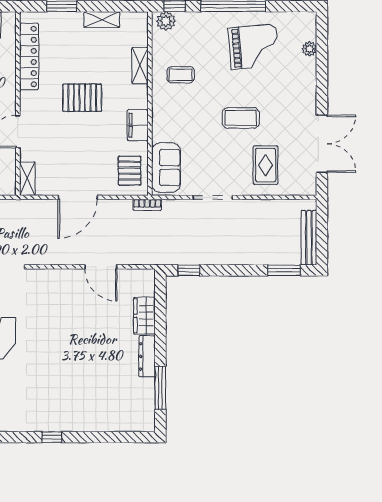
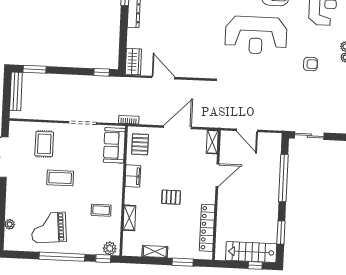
pallet: (82, 98) -> (171, 197), width x0.67, depth x0.71
wardrobe: (144, 316) -> (133, 62), moved

